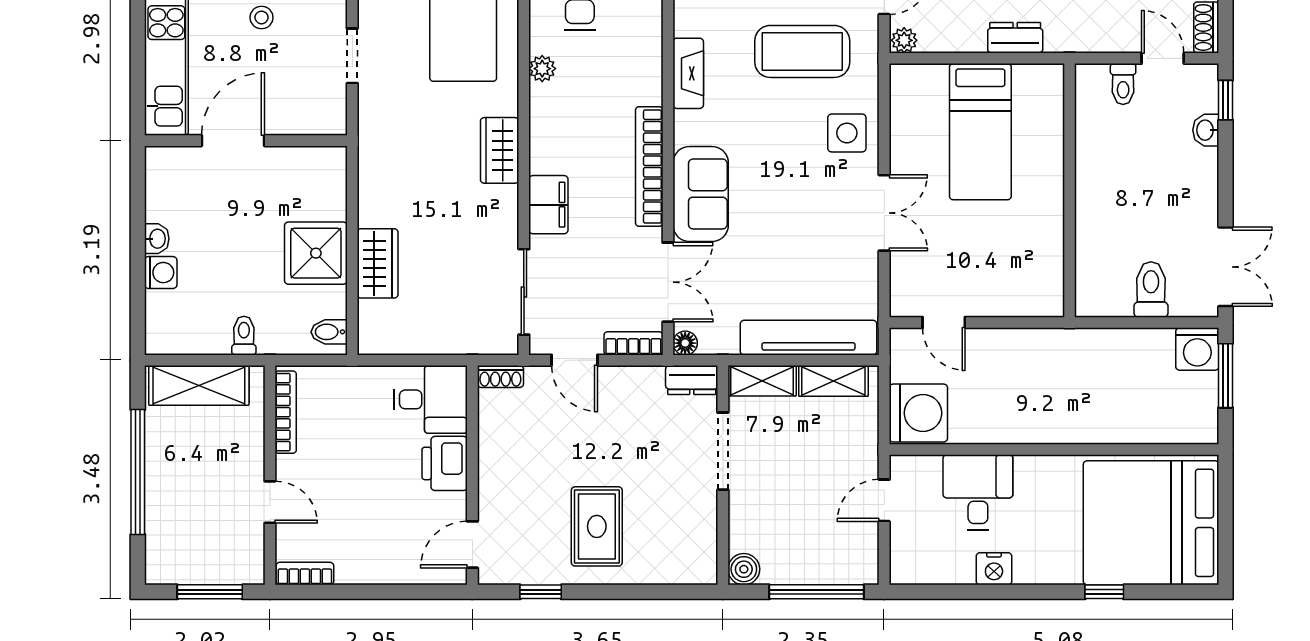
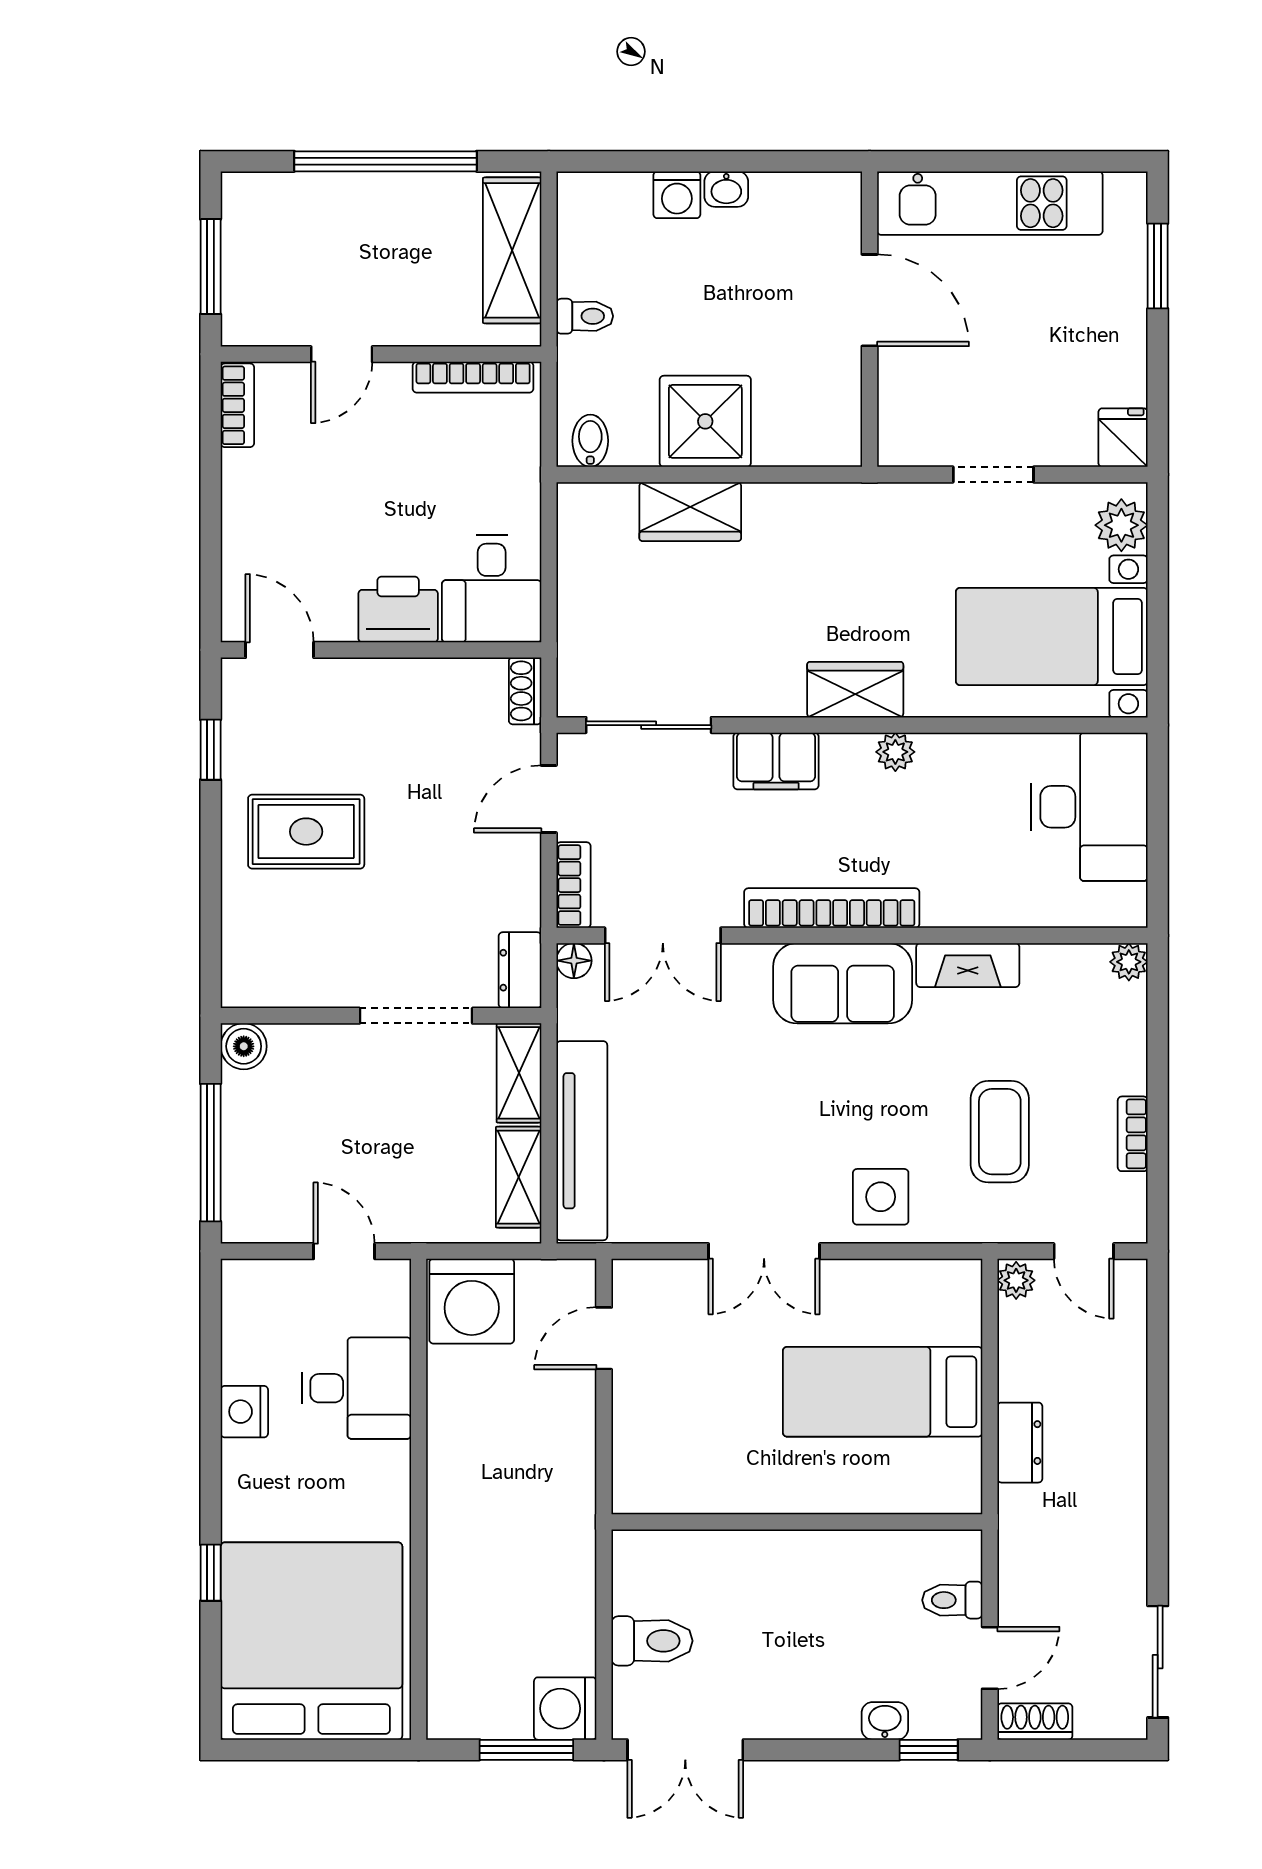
stool: (262, 17) -> (1049, 342), removed
coffee table: (802, 51) -> (1000, 1132), width x0.73, depth x0.76
plant: (542, 69) -> (895, 752), moved
sofa: (701, 194) -> (843, 983), moved

